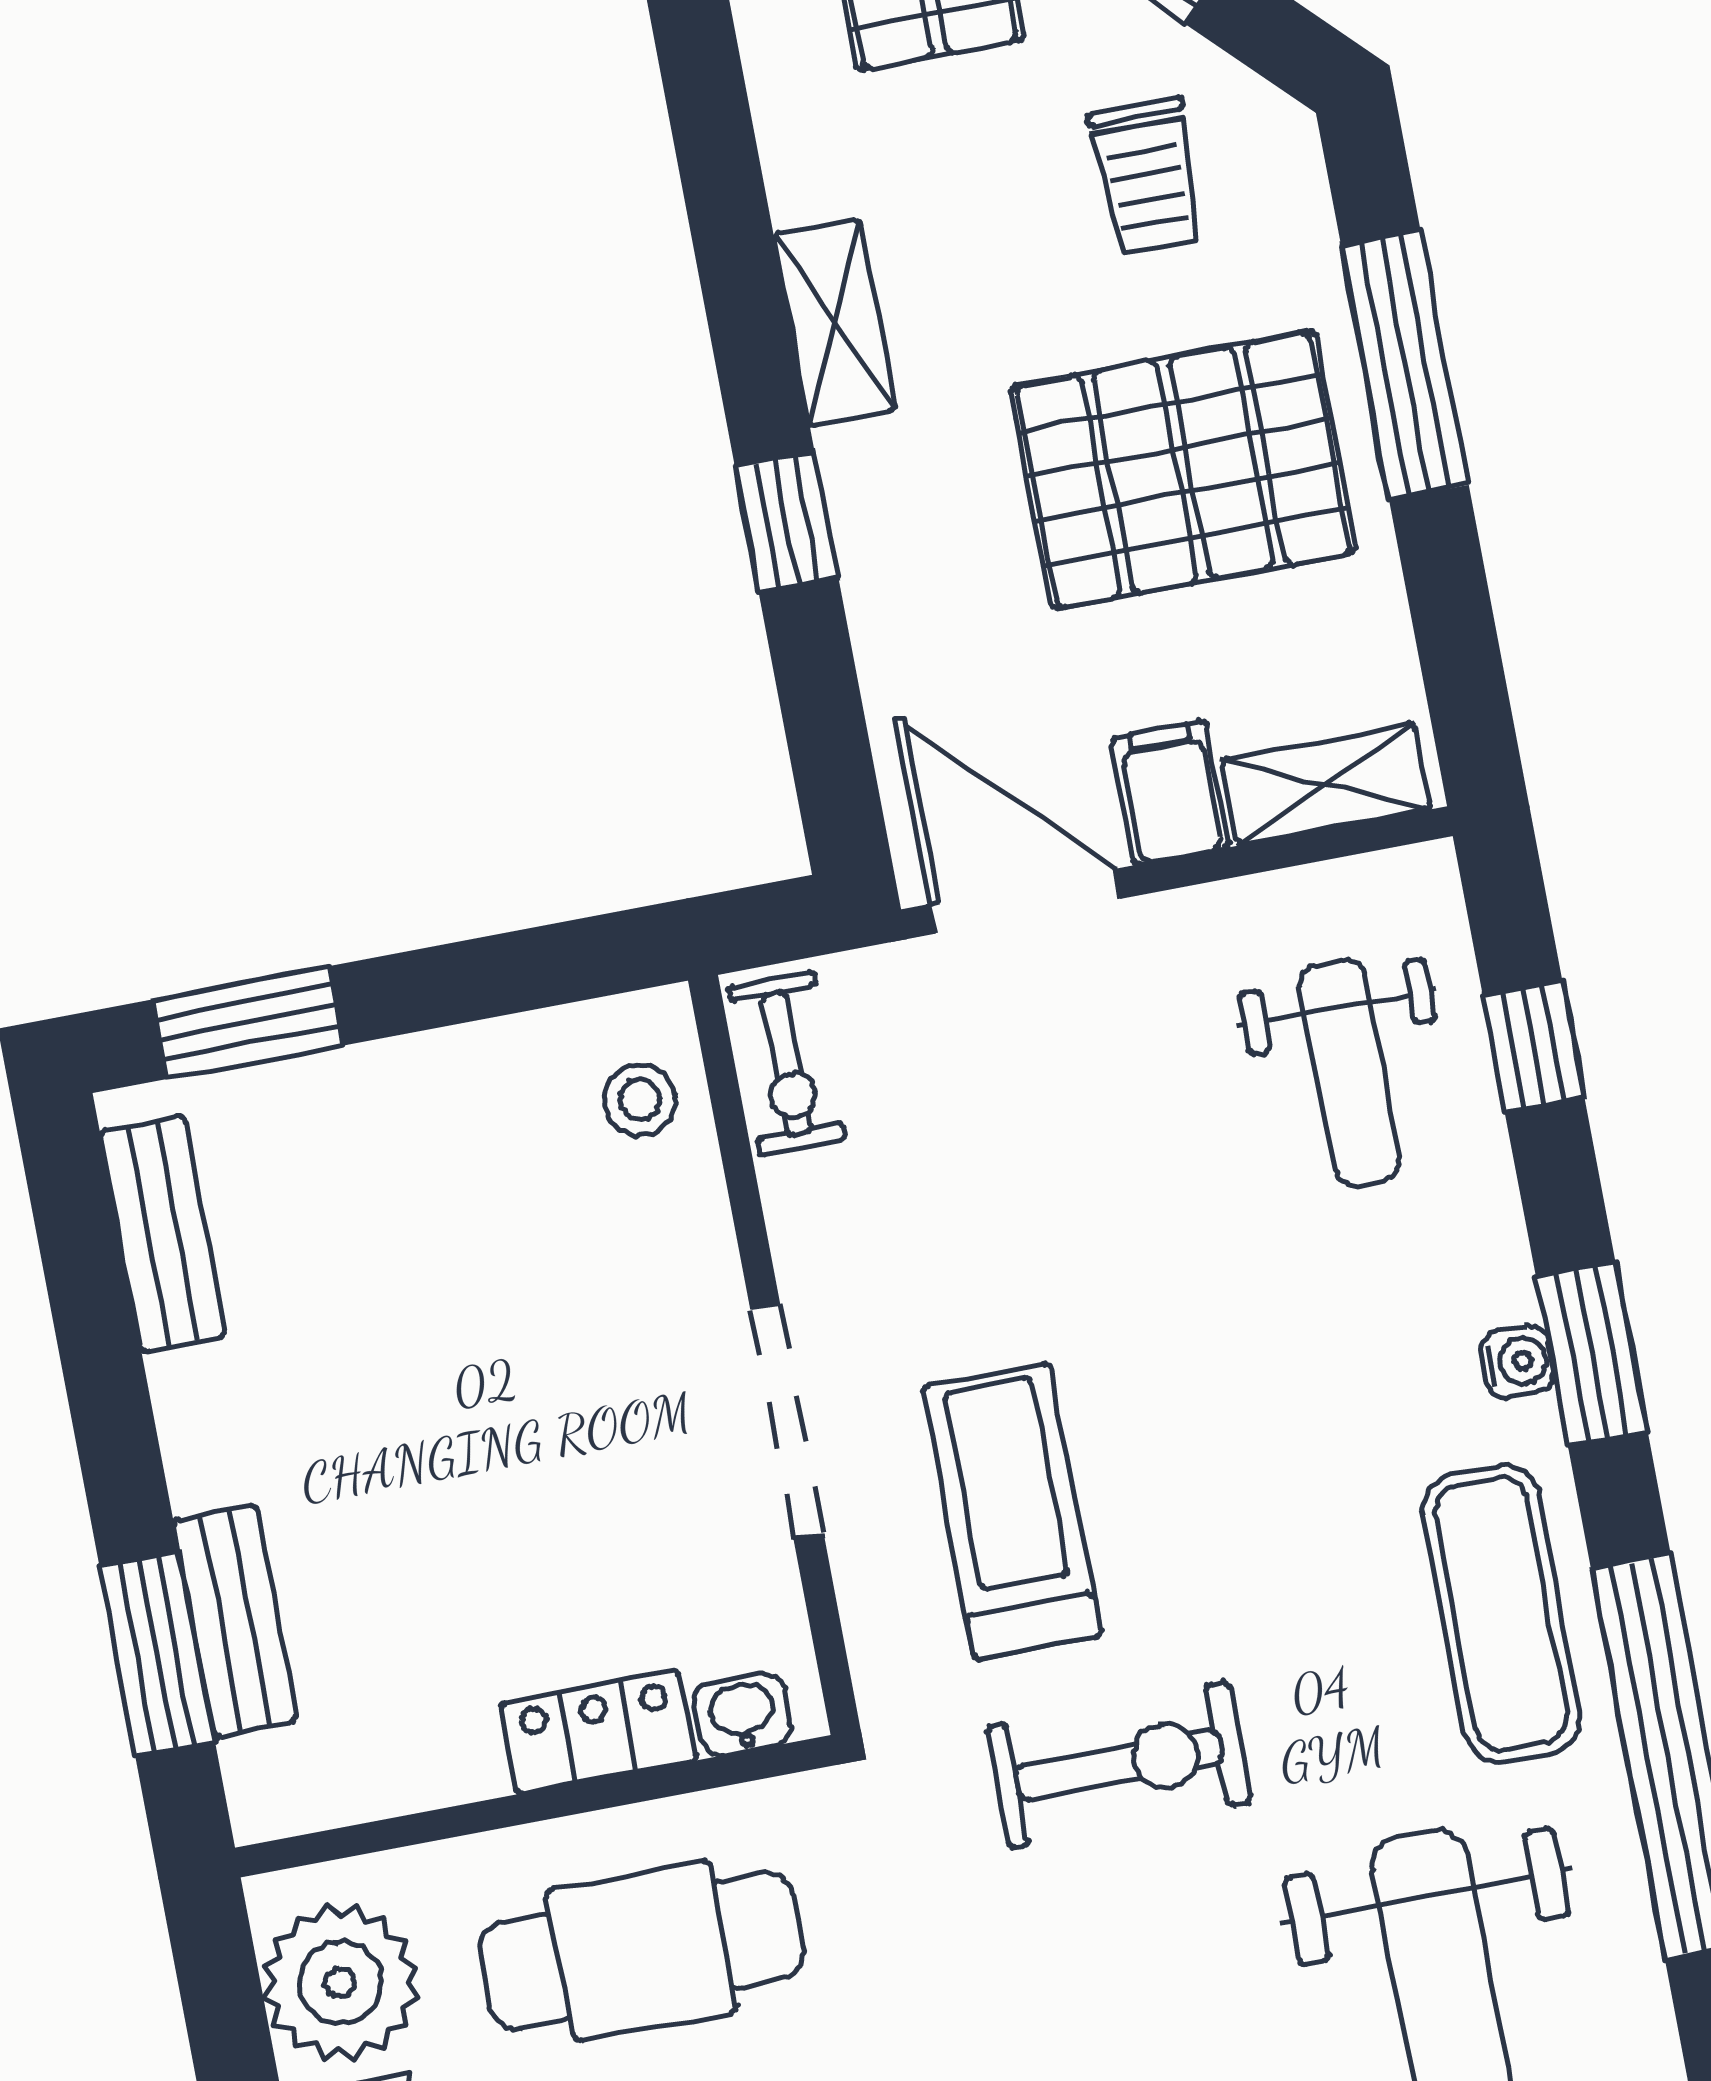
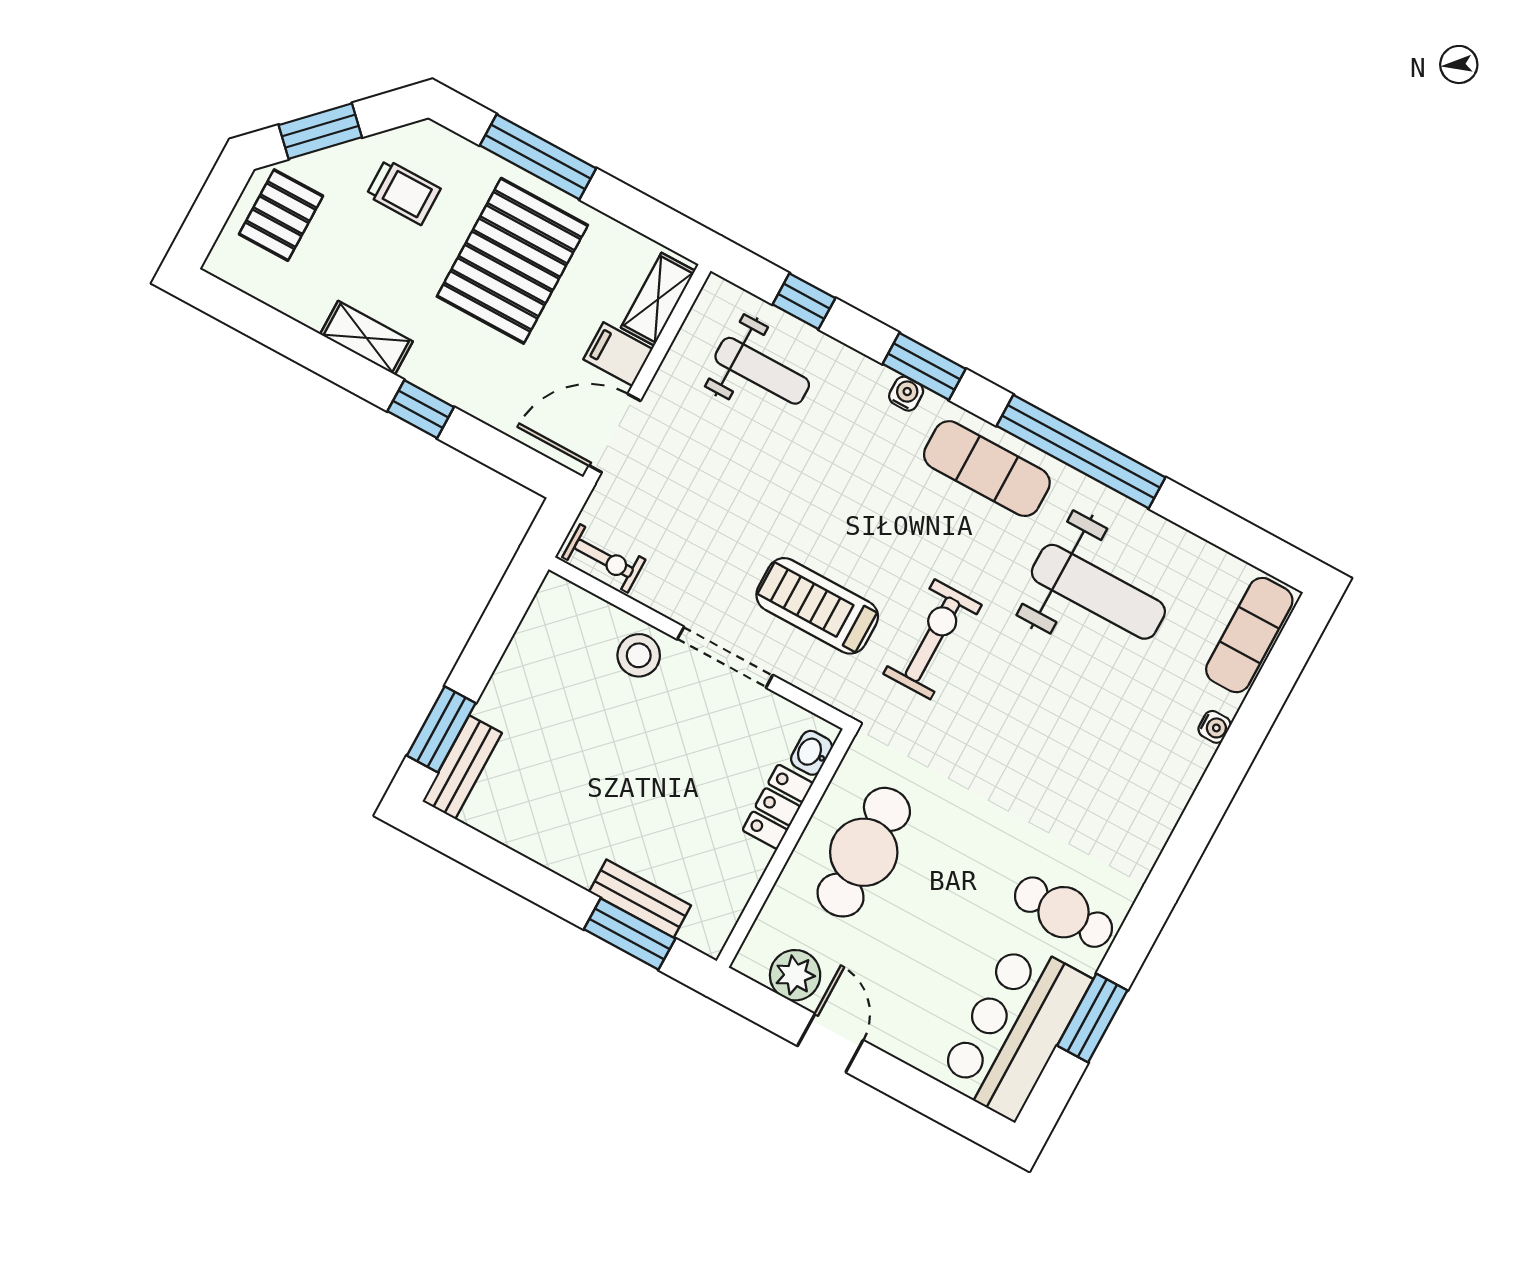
stool: (640, 1100) -> (639, 655), moved, width x1.37, depth x1.37
bench: (163, 1234) -> (462, 767), moved, turned 90
plant: (340, 1982) -> (795, 975), width x0.73, depth x0.73

